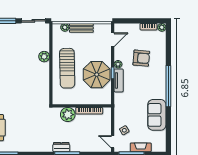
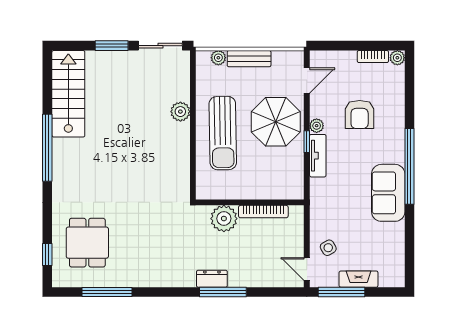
armchair: (141, 58) -> (360, 114), turned 85
parasol: (97, 75) -> (276, 122), moved
sofa: (157, 115) -> (388, 193), moved

